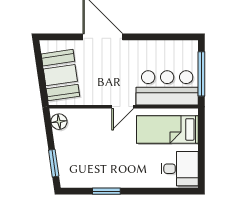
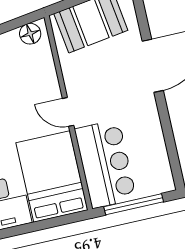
bed: (167, 129) -> (52, 176), width x1.50

